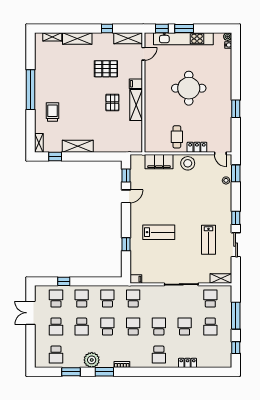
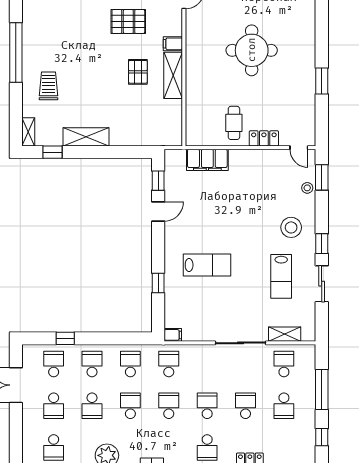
stool: (188, 163) -> (291, 227), moved
shelving: (221, 279) -> (285, 334), moved

